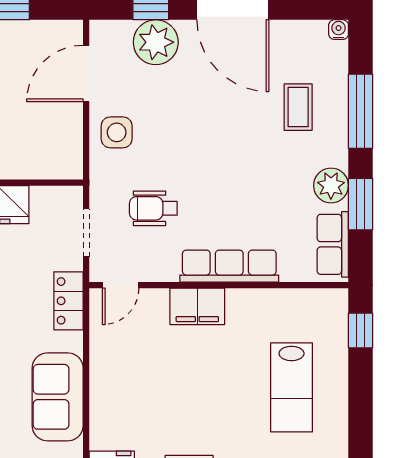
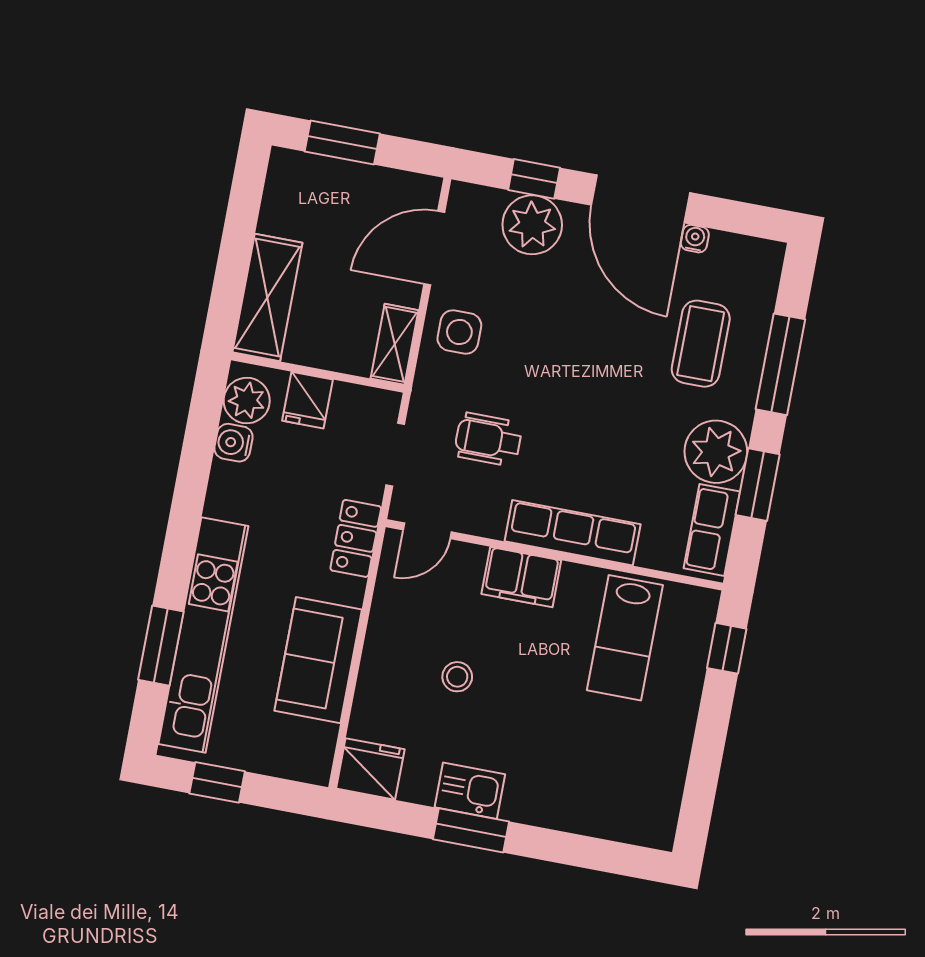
water cooler: (339, 30) -> (695, 239), moved
coffee table: (298, 107) -> (701, 344), width x1.36, depth x1.30
shelving: (70, 151) -> (395, 344), added
plant: (331, 185) -> (716, 452), width x1.36, depth x1.36
lab bench: (292, 387) -> (625, 638), moved
stool: (164, 390) -> (457, 677), added

